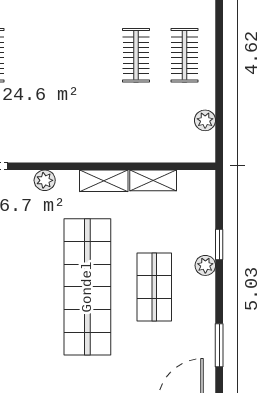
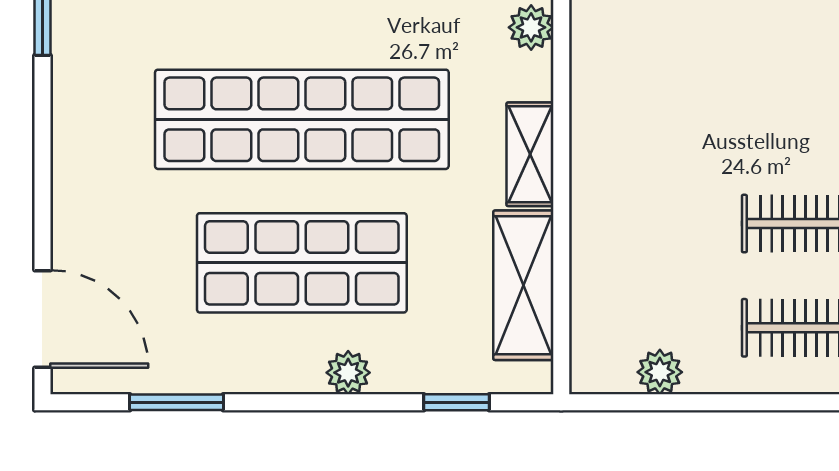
shelving: (153, 180) -> (523, 285), width x1.50, depth x1.33
window: (219, 245) -> (457, 402), moved
shop shelf: (154, 287) -> (302, 263), width x1.43, depth x1.36

